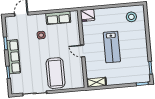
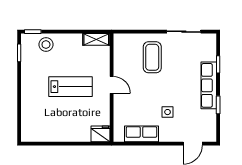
stool: (131, 17) -> (46, 45), moved
lab bench: (112, 47) -> (70, 87), turned 90
coffee table: (55, 73) -> (152, 57), width x0.73, depth x0.76

